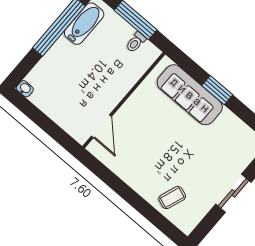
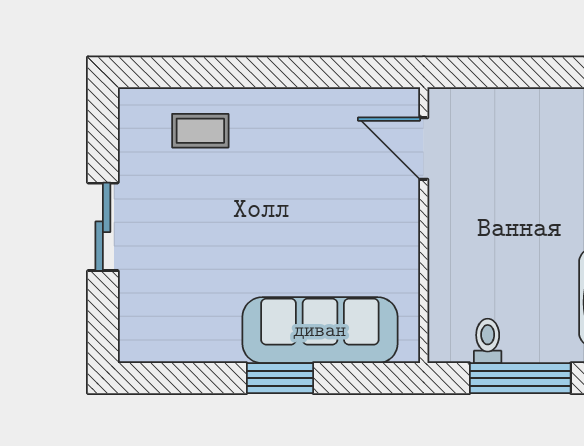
coffee table: (172, 198) -> (200, 131), turned 70

